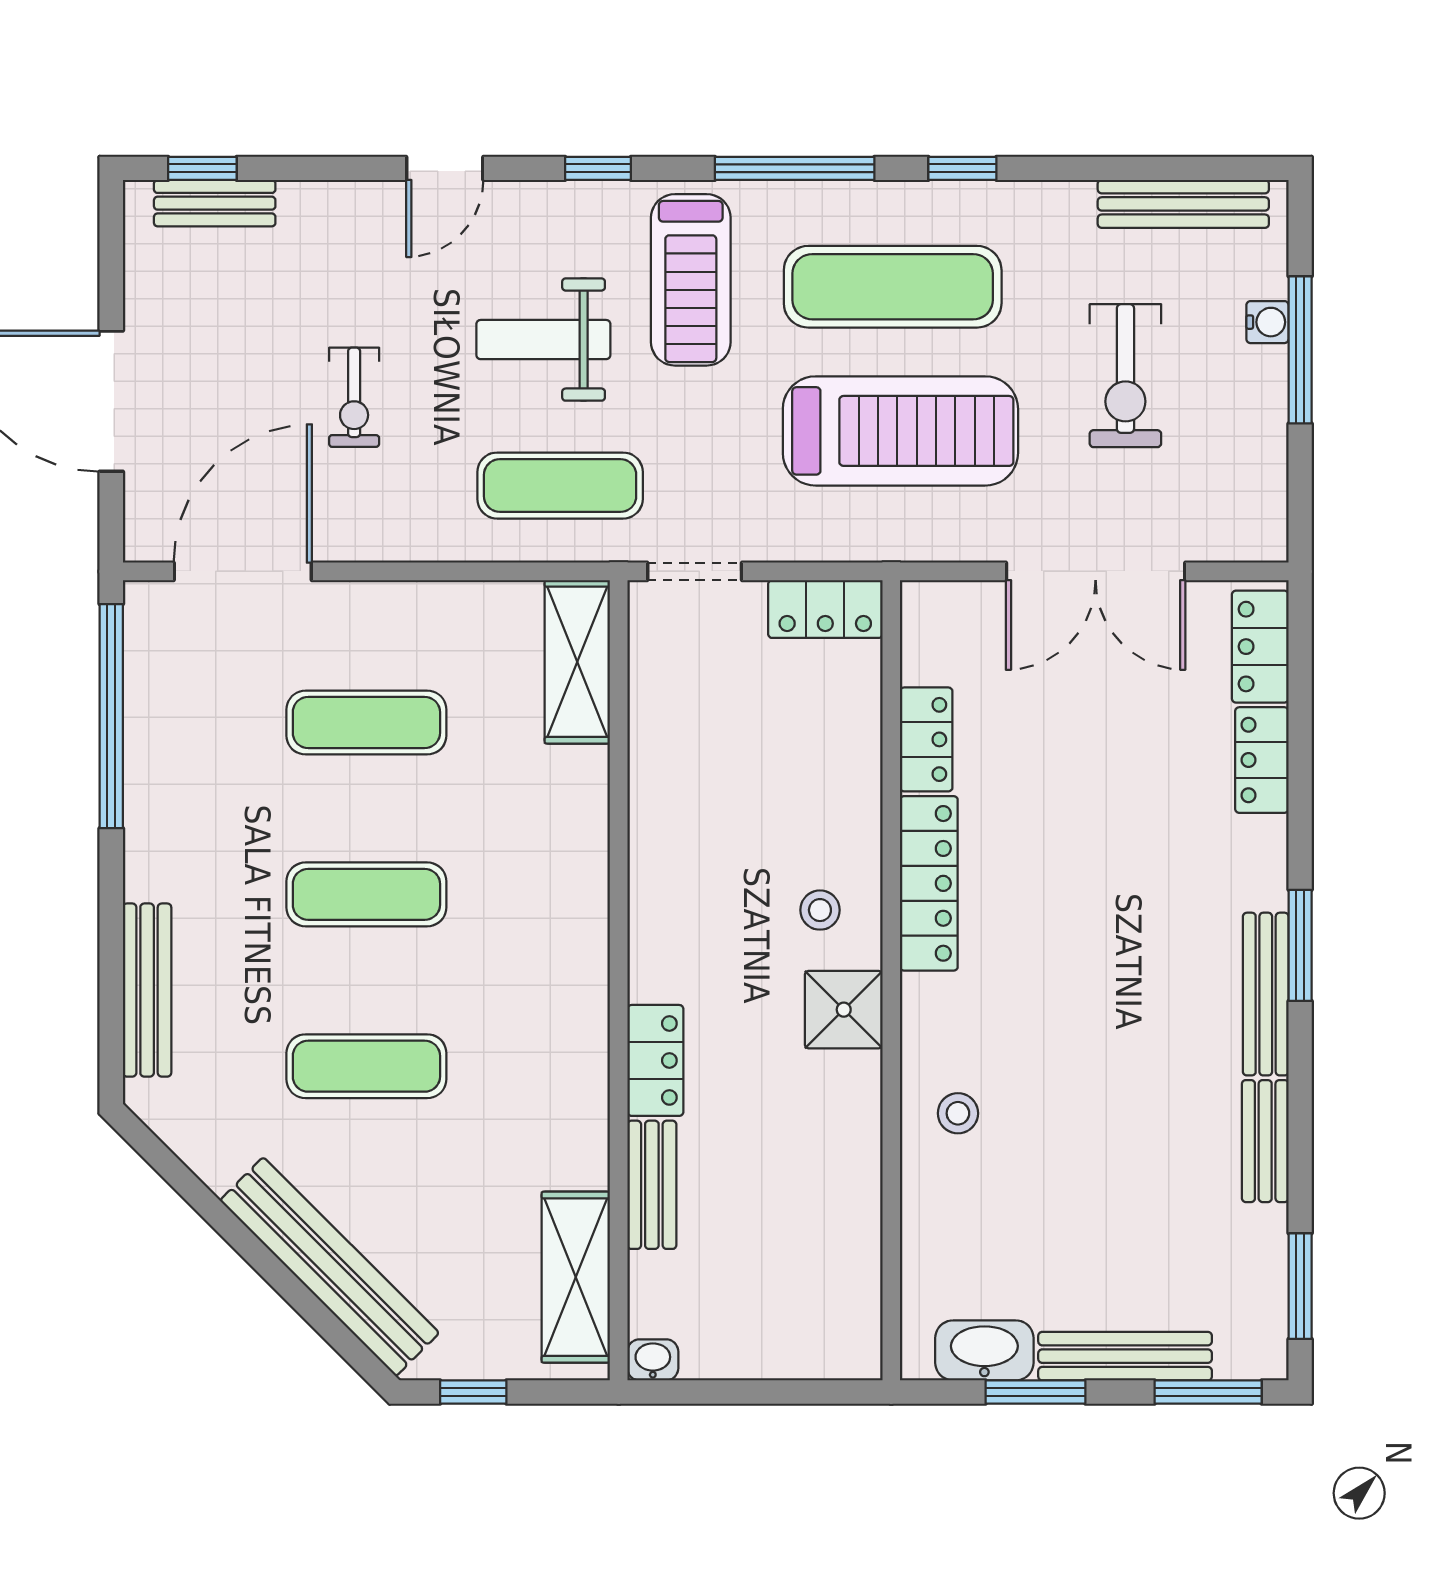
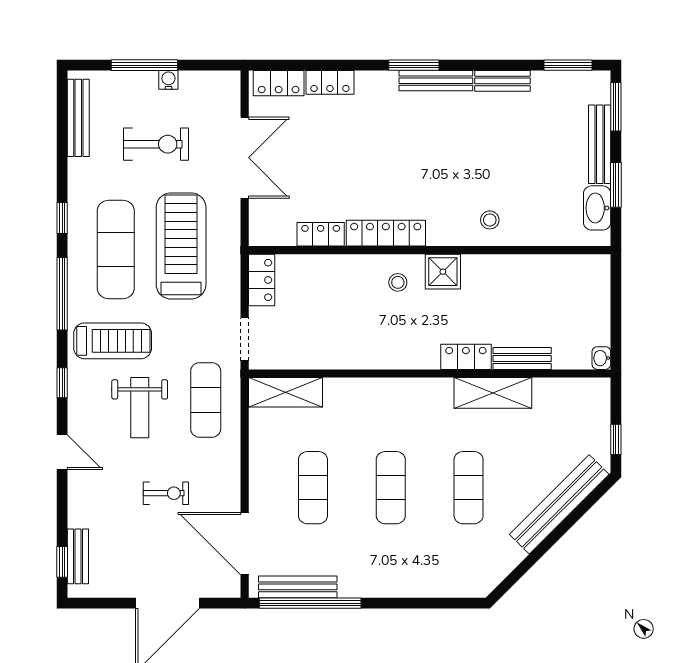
water cooler: (1267, 322) -> (168, 80), moved
bench: (147, 990) -> (298, 587), moved
shelving: (576, 1277) -> (493, 393), moved

